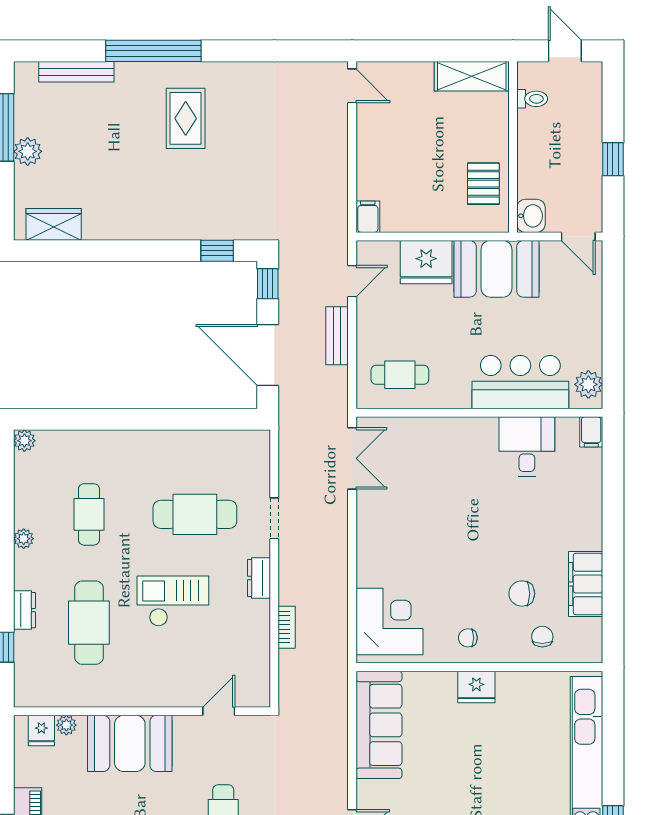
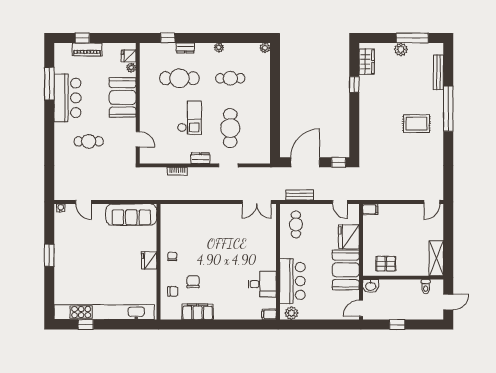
window: (217, 251) -> (354, 85), moved
bench: (337, 336) -> (300, 195), moved
corner desk: (389, 622) -> (180, 220), removed

